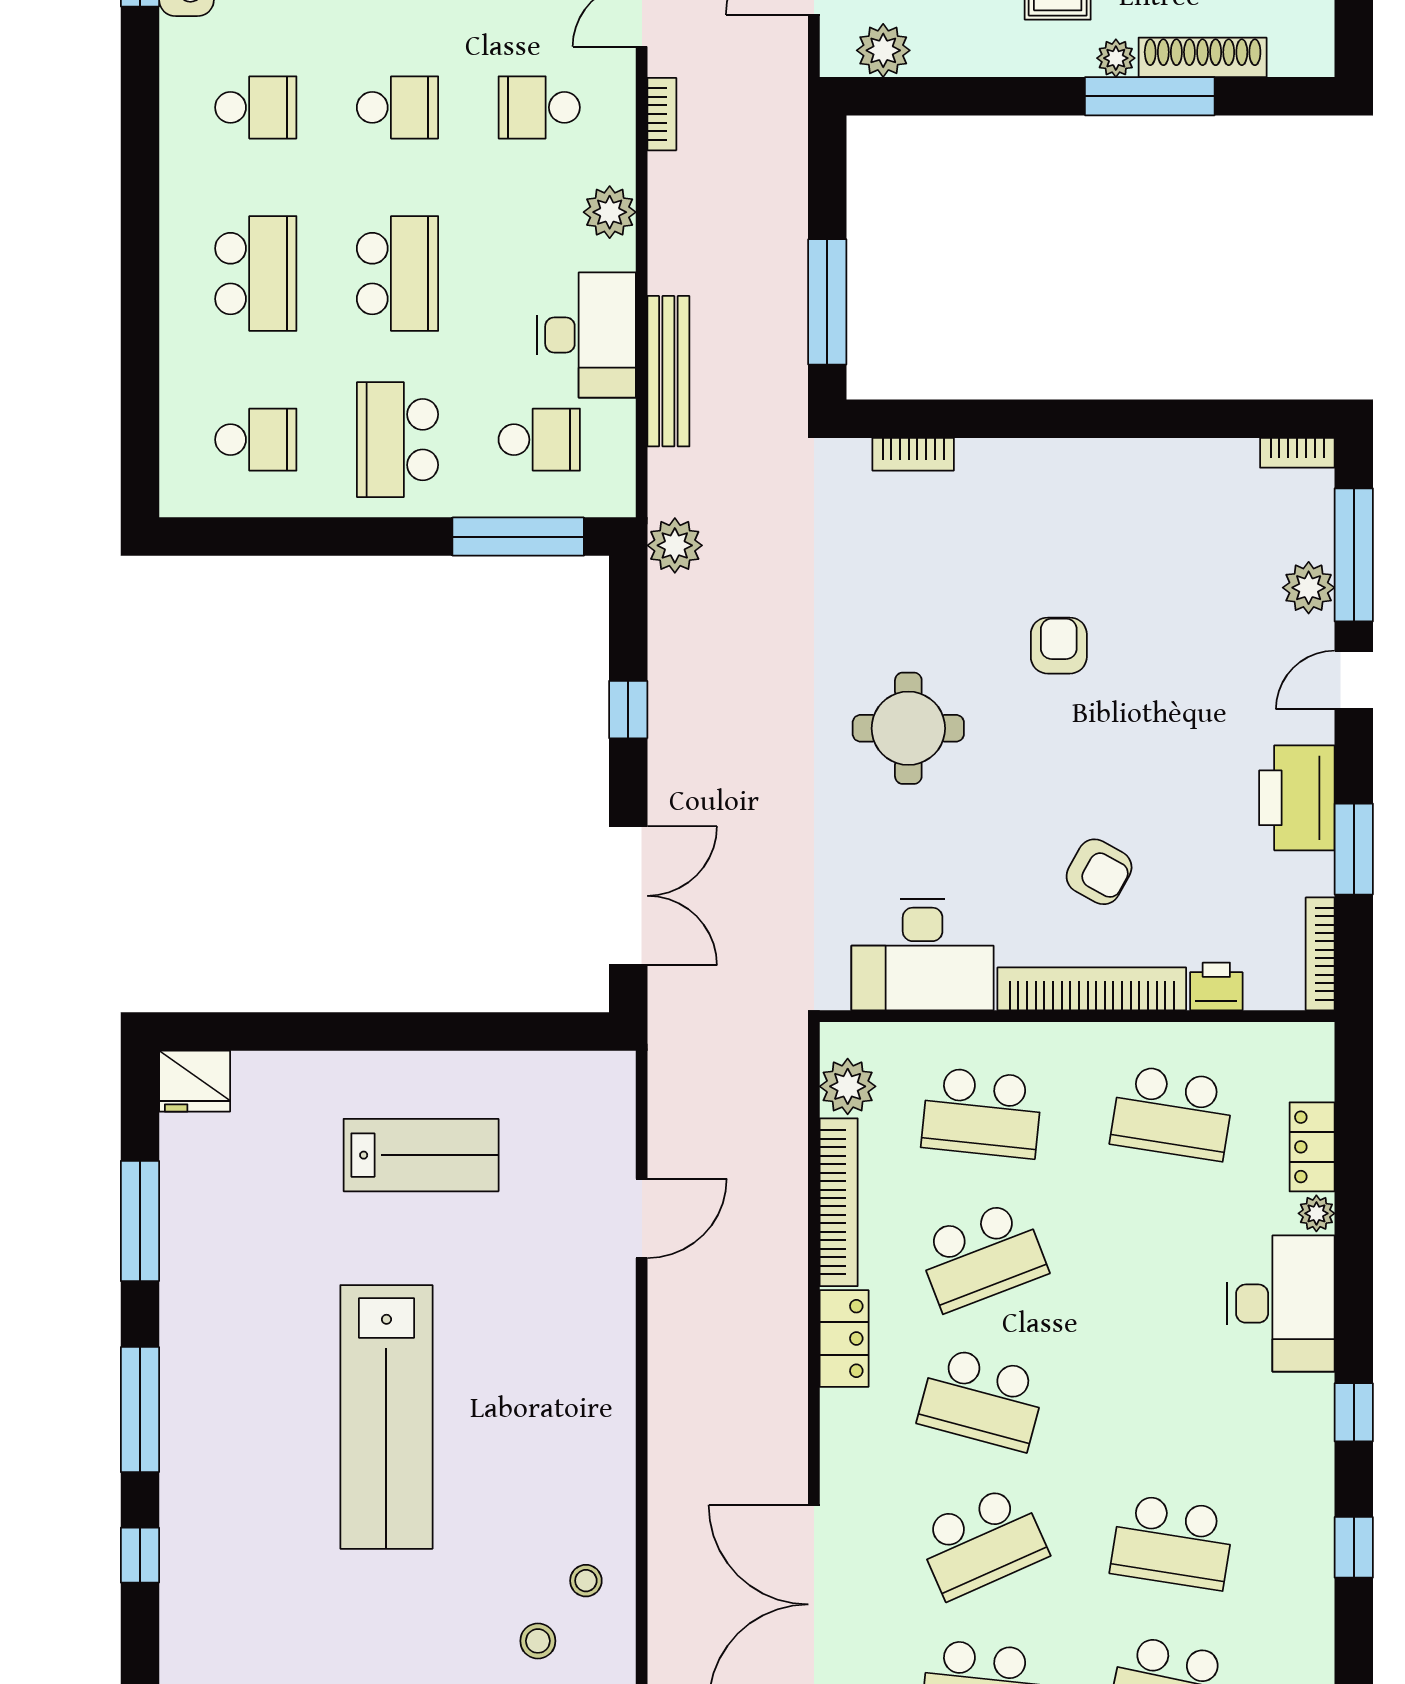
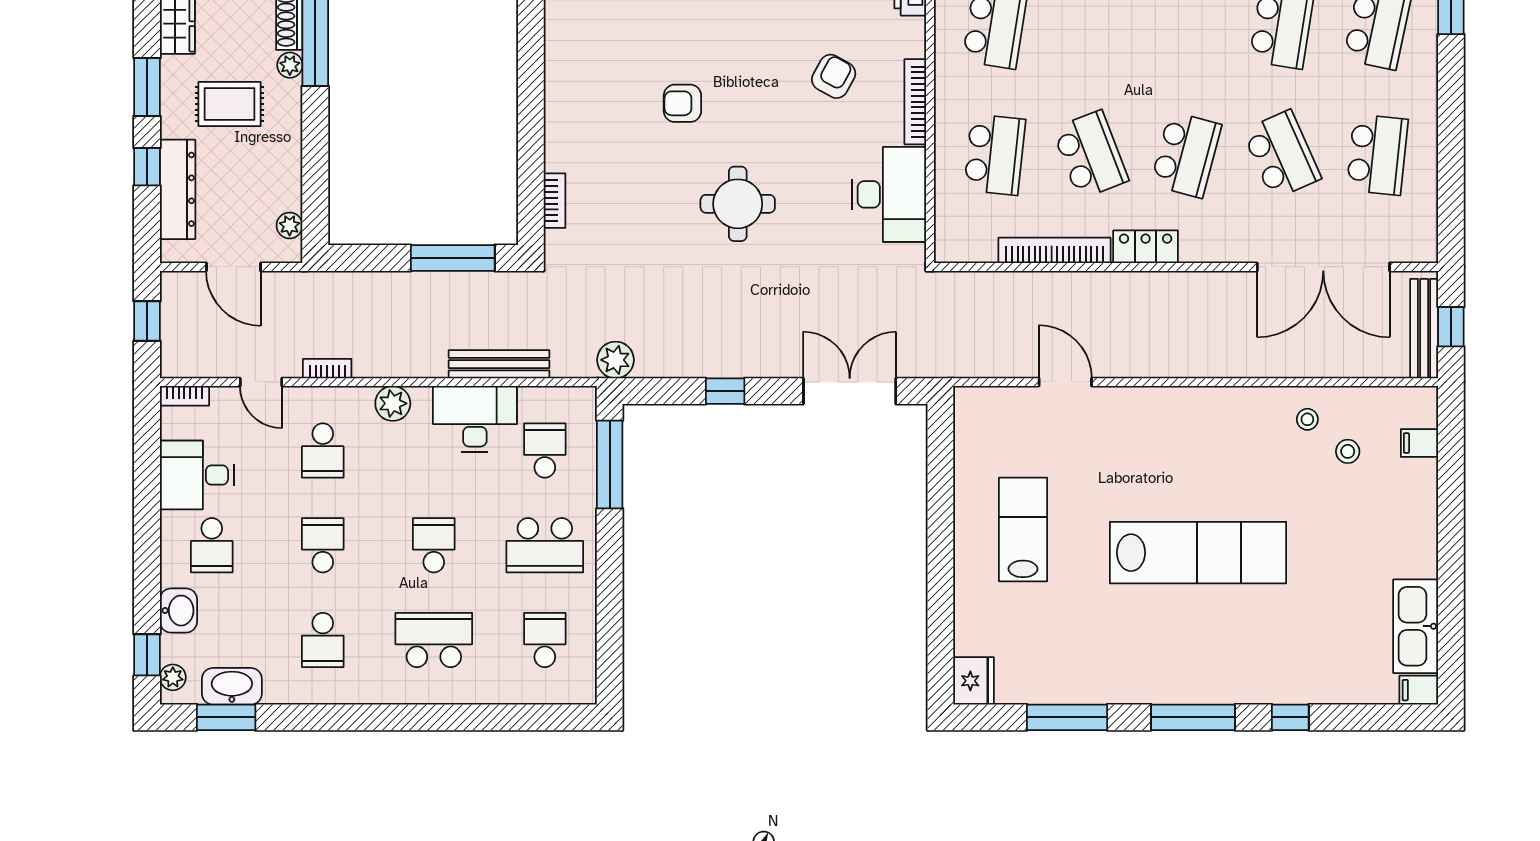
plant: (883, 50) -> (290, 225), width x0.73, depth x0.73
school desk: (256, 107) -> (323, 640), turned 180
school desk: (397, 274) -> (434, 545), width x0.54
bookcase: (1092, 989) -> (915, 102), width x0.68, depth x0.76
plant: (848, 1086) -> (977, 244), removed

